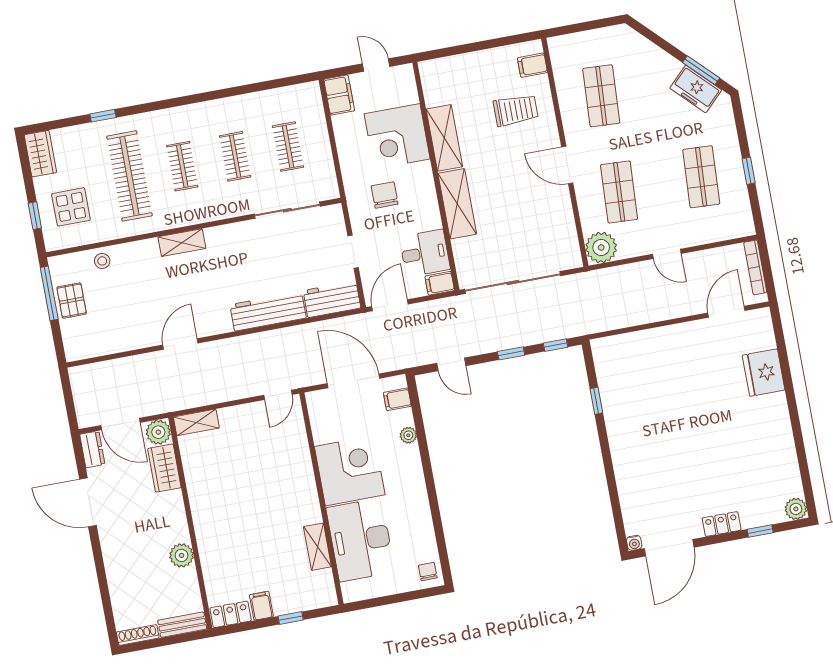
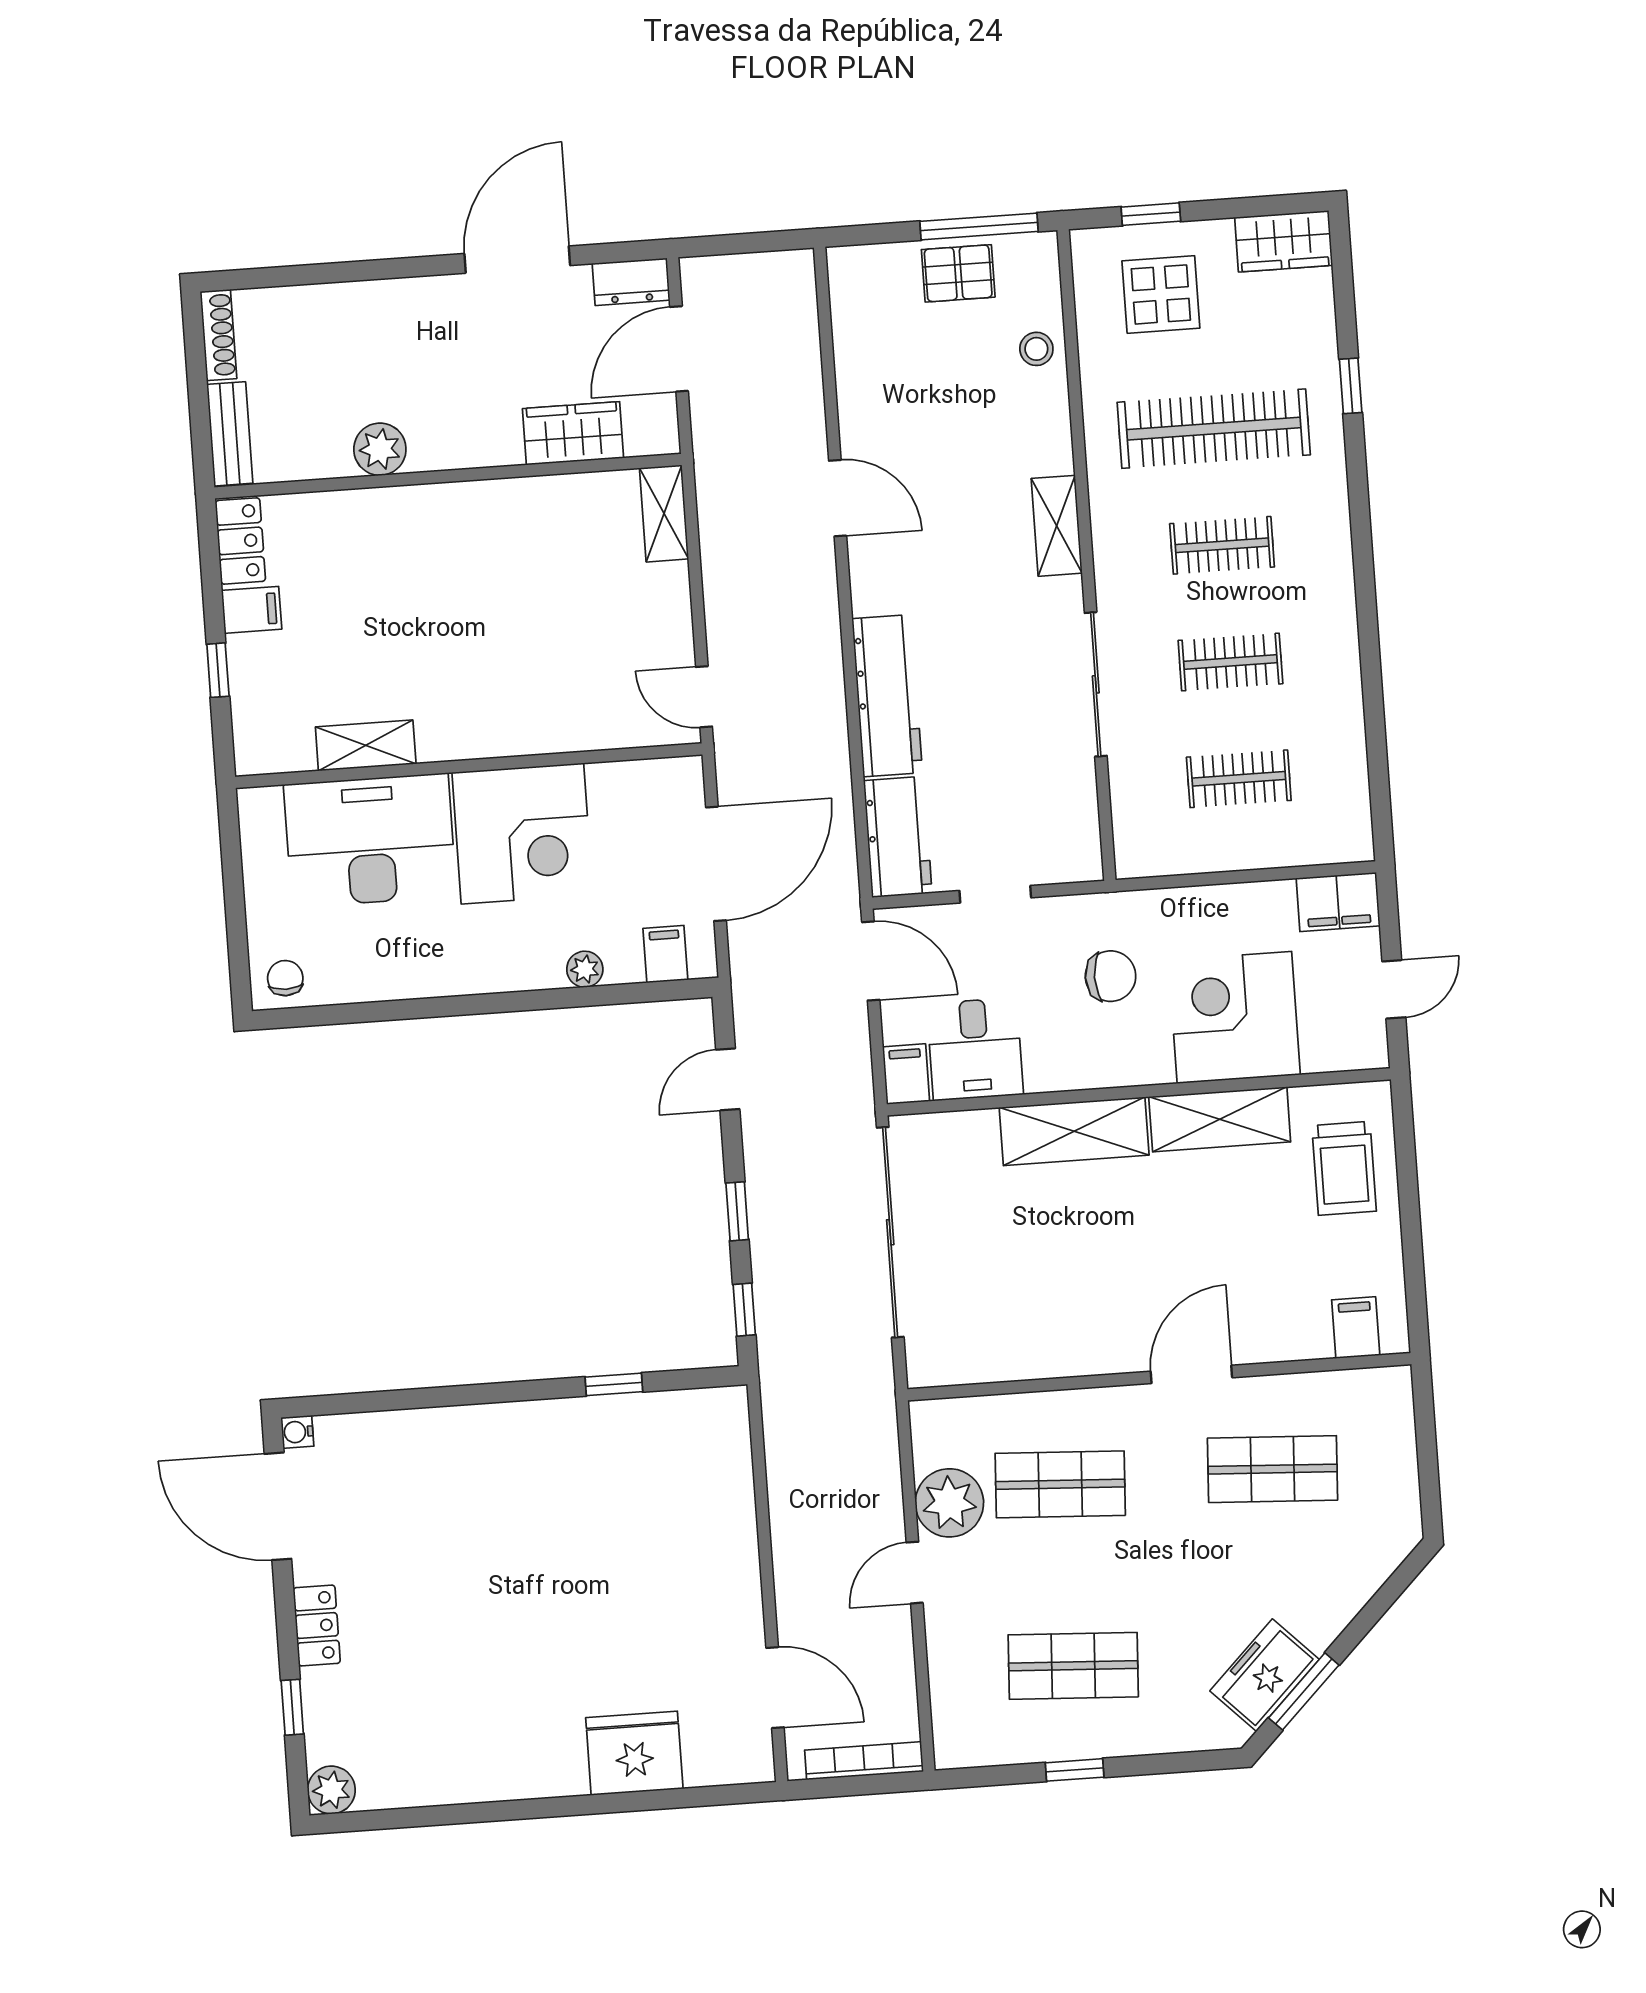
trolley: (516, 110) -> (1344, 1168), moved
door: (567, 165) -> (1191, 1374), moved
sliding door: (287, 210) -> (1096, 684), moved
plant: (601, 248) -> (949, 1503), moved
plant: (158, 432) -> (652, 429), removed
chair: (428, 572) -> (285, 978), turned -90

